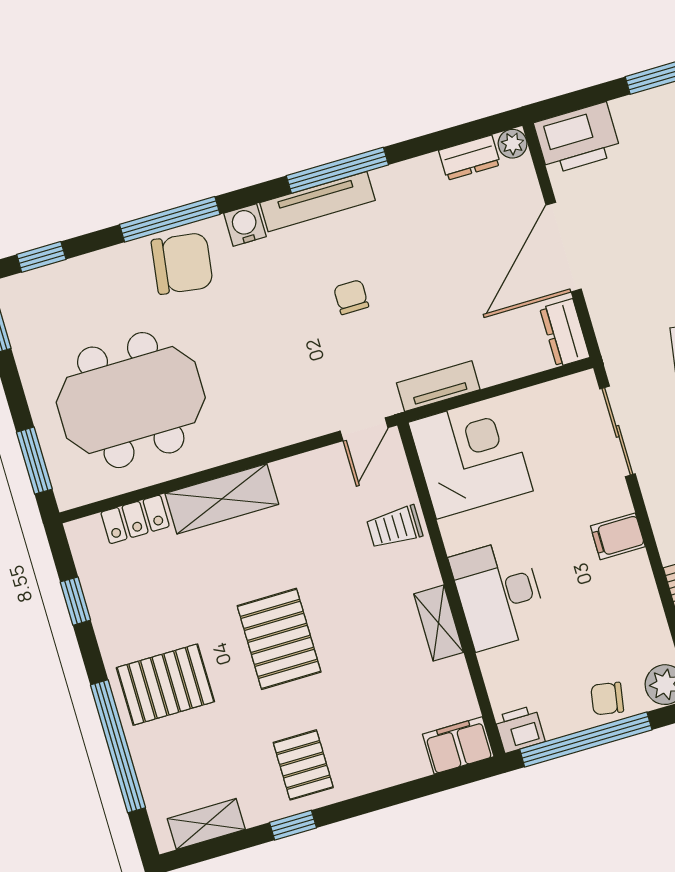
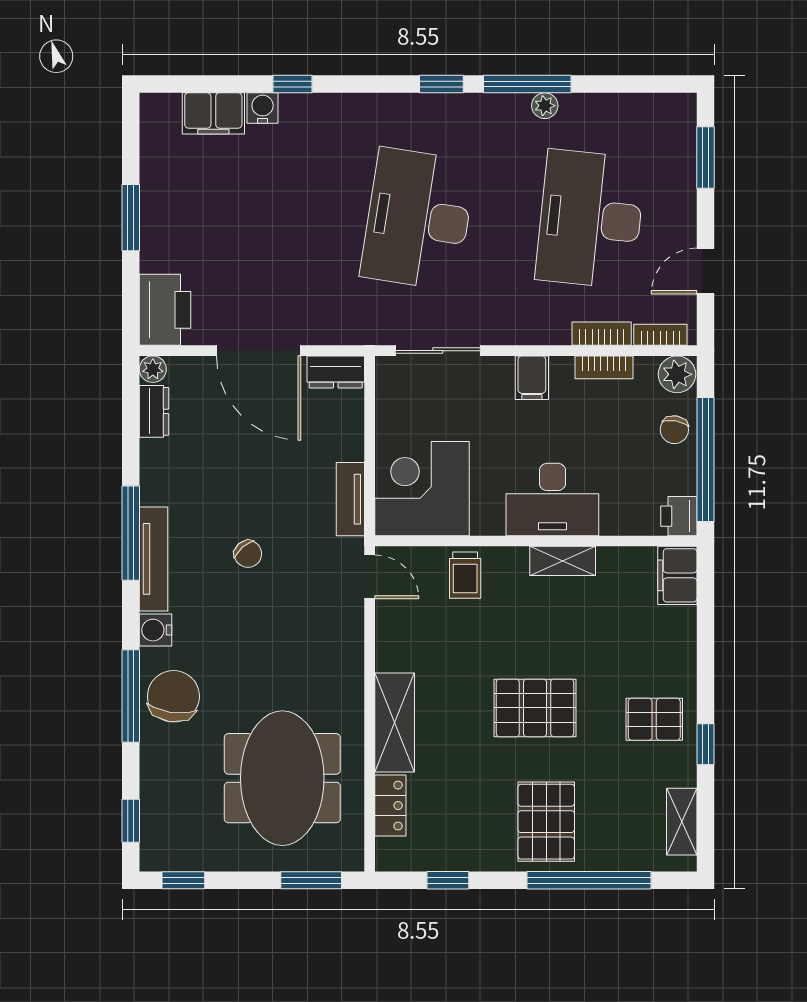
chair: (351, 297) -> (248, 554), turned -131
bookcase: (650, 607) -> (604, 367), added

